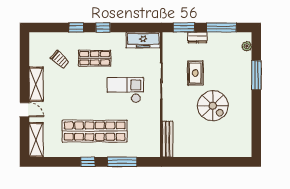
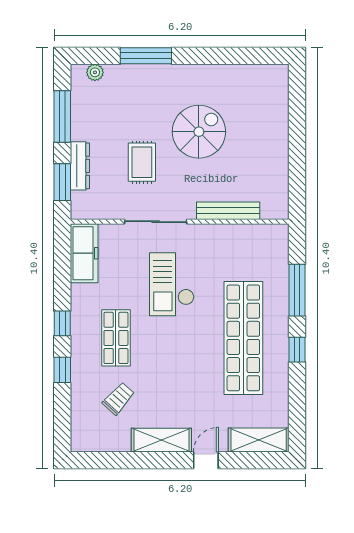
dresser: (197, 38) -> (80, 166), width x1.44
rug: (195, 73) -> (142, 162), turned 90
bench: (168, 139) -> (228, 211), moved

